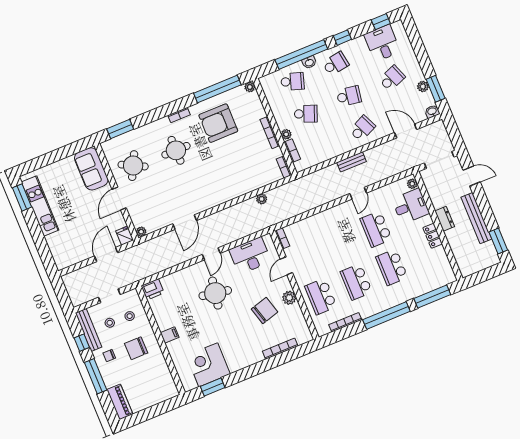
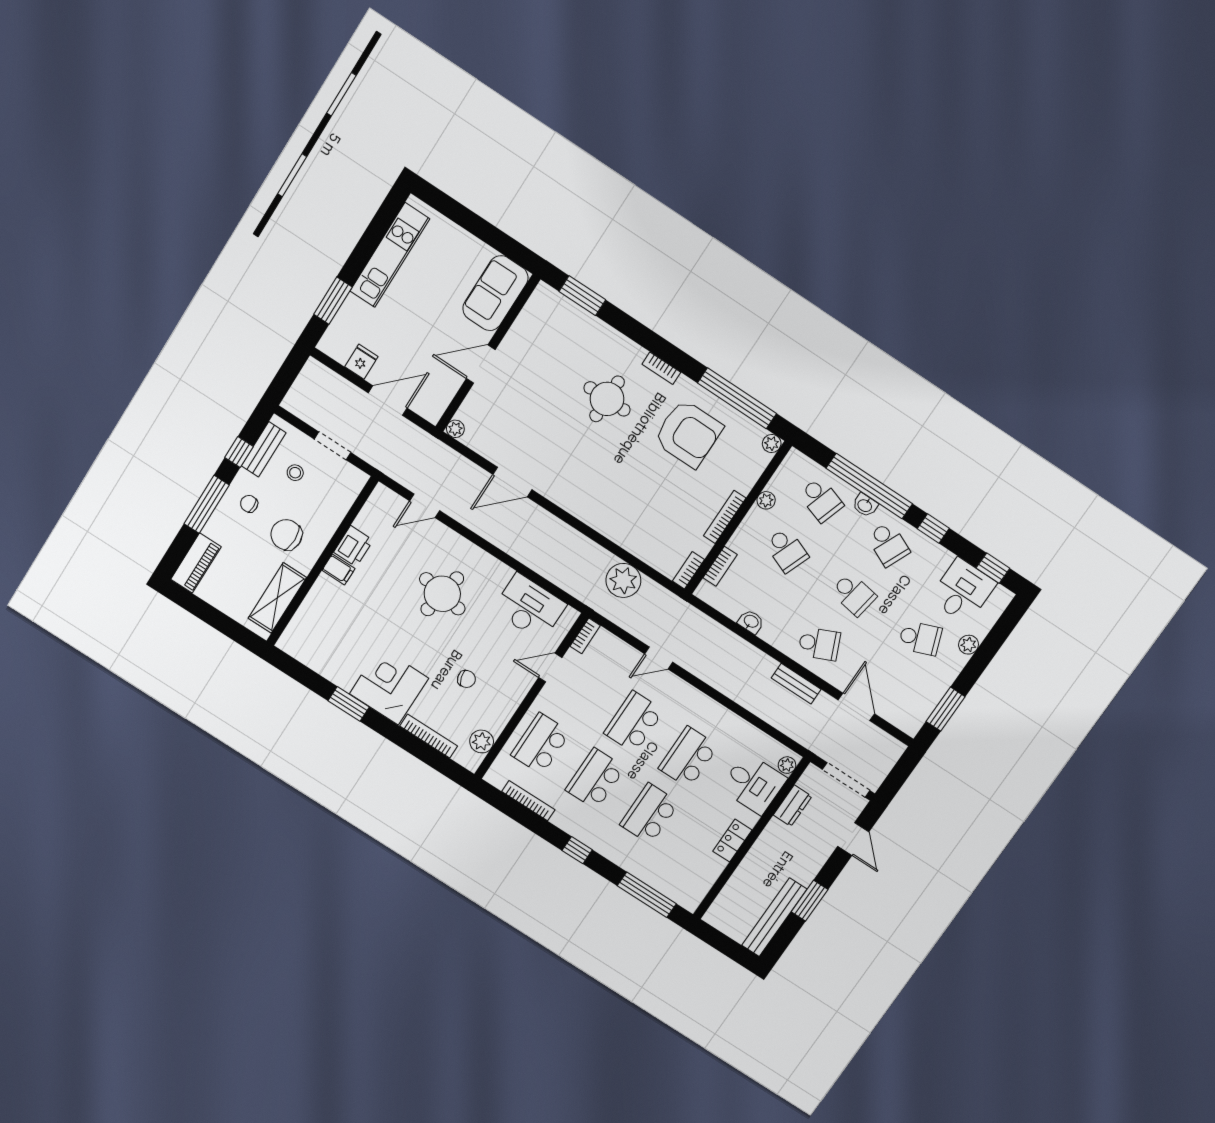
school desk: (336, 64) -> (888, 544), turned 33
plant: (423, 87) -> (969, 645), moved
washbasin: (432, 111) -> (751, 622), moved
armchair: (218, 123) -> (688, 434), turned 180
plant: (286, 134) -> (766, 500), moved
bench: (352, 162) -> (796, 684), moved
round table: (133, 166) -> (542, 351), removed
door: (358, 193) -> (659, 658), moved
window: (22, 197) -> (333, 301), moved
plant: (262, 199) -> (623, 580), width x1.87, depth x1.87
bench: (476, 218) -> (774, 917), moved
dresser: (445, 219) -> (793, 806), moved
fridge: (125, 236) -> (361, 362), moved
window: (498, 241) -> (810, 901), moved
school desk: (341, 244) -> (634, 722), added
door: (211, 254) -> (425, 506), moved
printer: (153, 289) -> (353, 546), moved, turned -90
plant: (289, 298) -> (482, 741), moved
chair: (265, 310) -> (466, 679), width x0.54, depth x0.54
window: (386, 315) -> (577, 850), width x0.32
stool: (130, 316) -> (325, 495), removed
bench: (89, 330) -> (264, 449), width x0.73
corner desk: (208, 365) -> (389, 686), moved
shelving: (163, 374) -> (277, 598), added
window: (213, 387) -> (349, 704), moved

